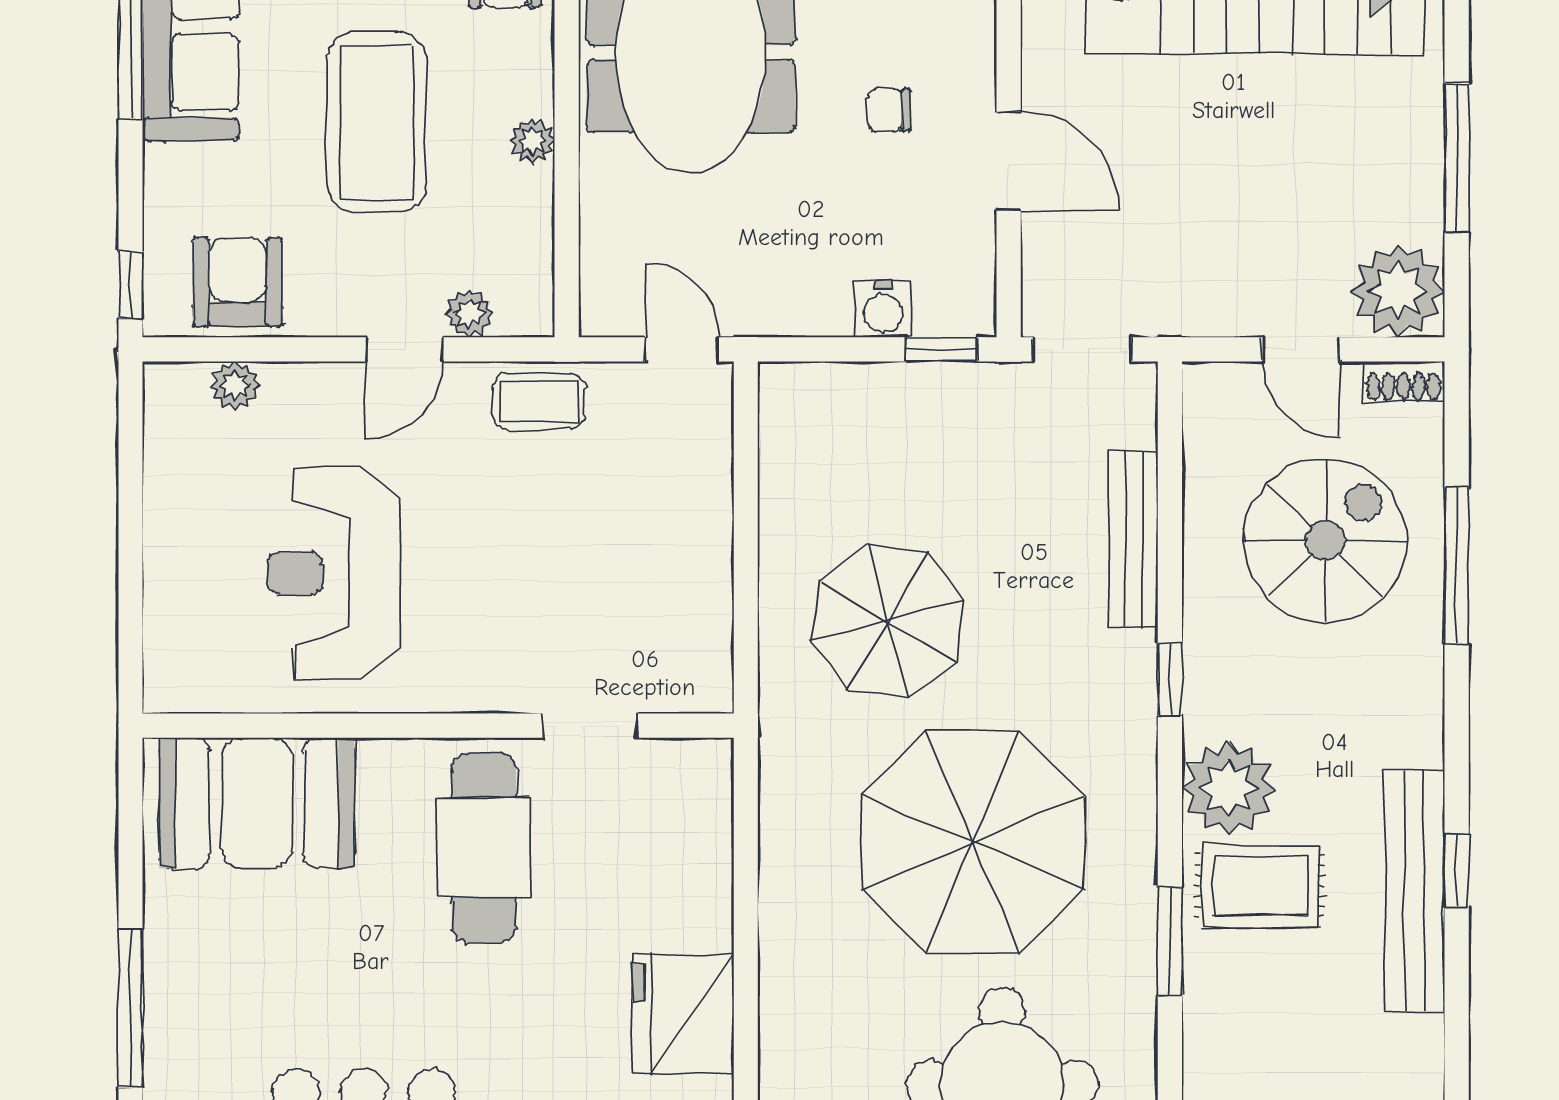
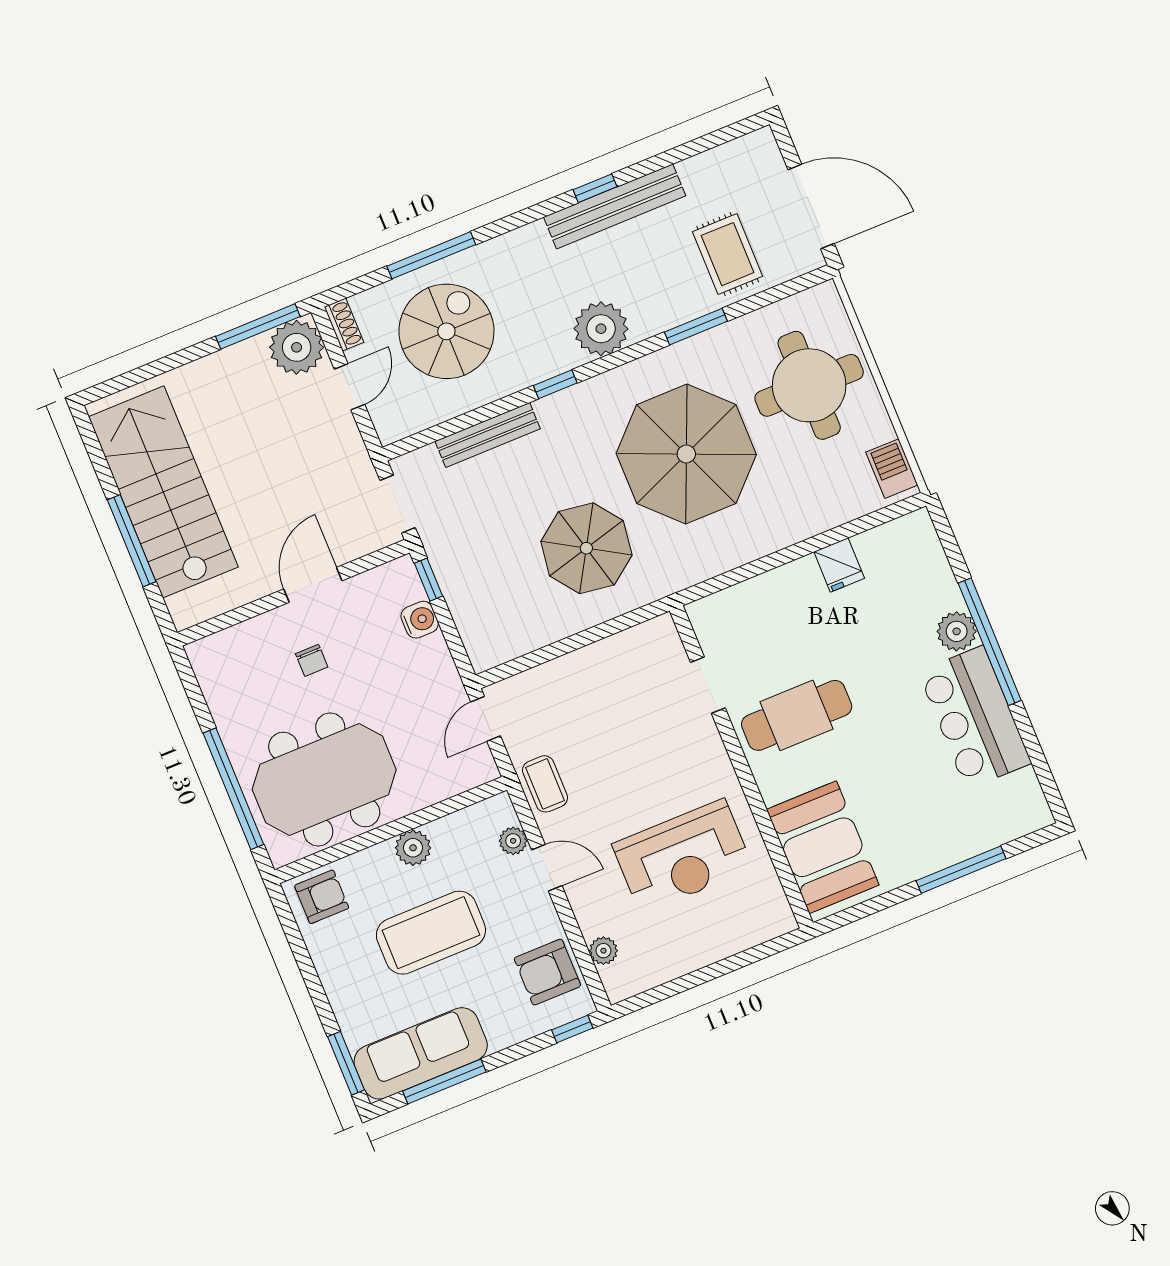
plant: (532, 141) -> (413, 848), width x1.38, depth x1.38
window: (1457, 158) -> (258, 326), moved
spiral stairs: (1325, 540) -> (446, 331), turned 90
rug: (1260, 886) -> (728, 254), moved
fridge: (683, 1014) -> (839, 565), width x0.53, depth x0.75

